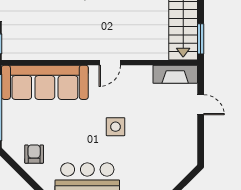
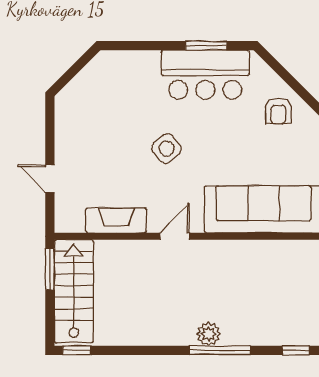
fireplace: (175, 74) -> (116, 220), moved
side table: (115, 127) -> (167, 149), turned -38

